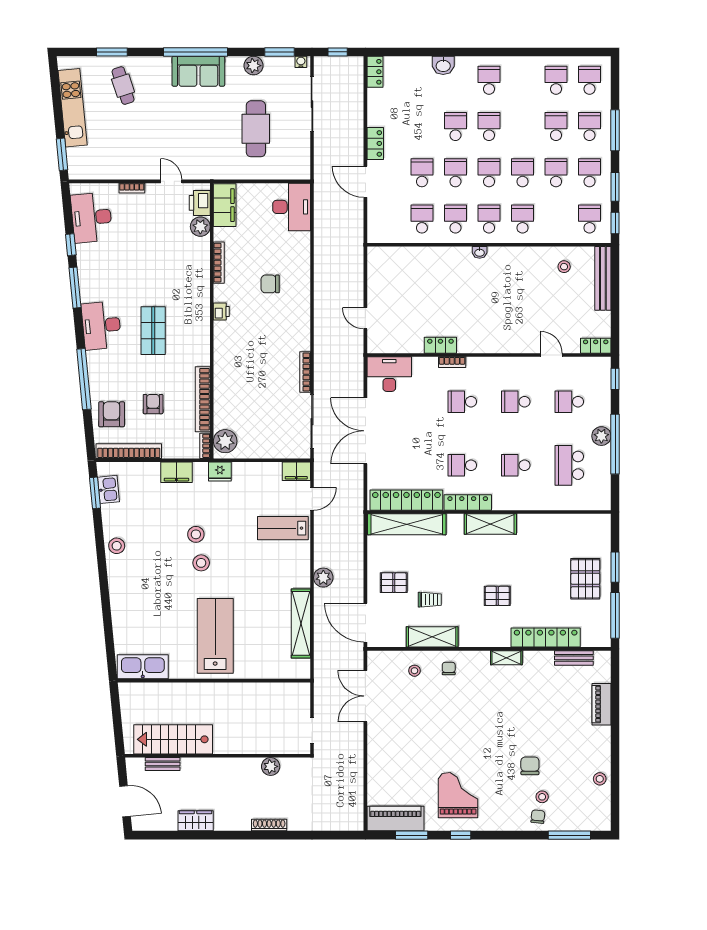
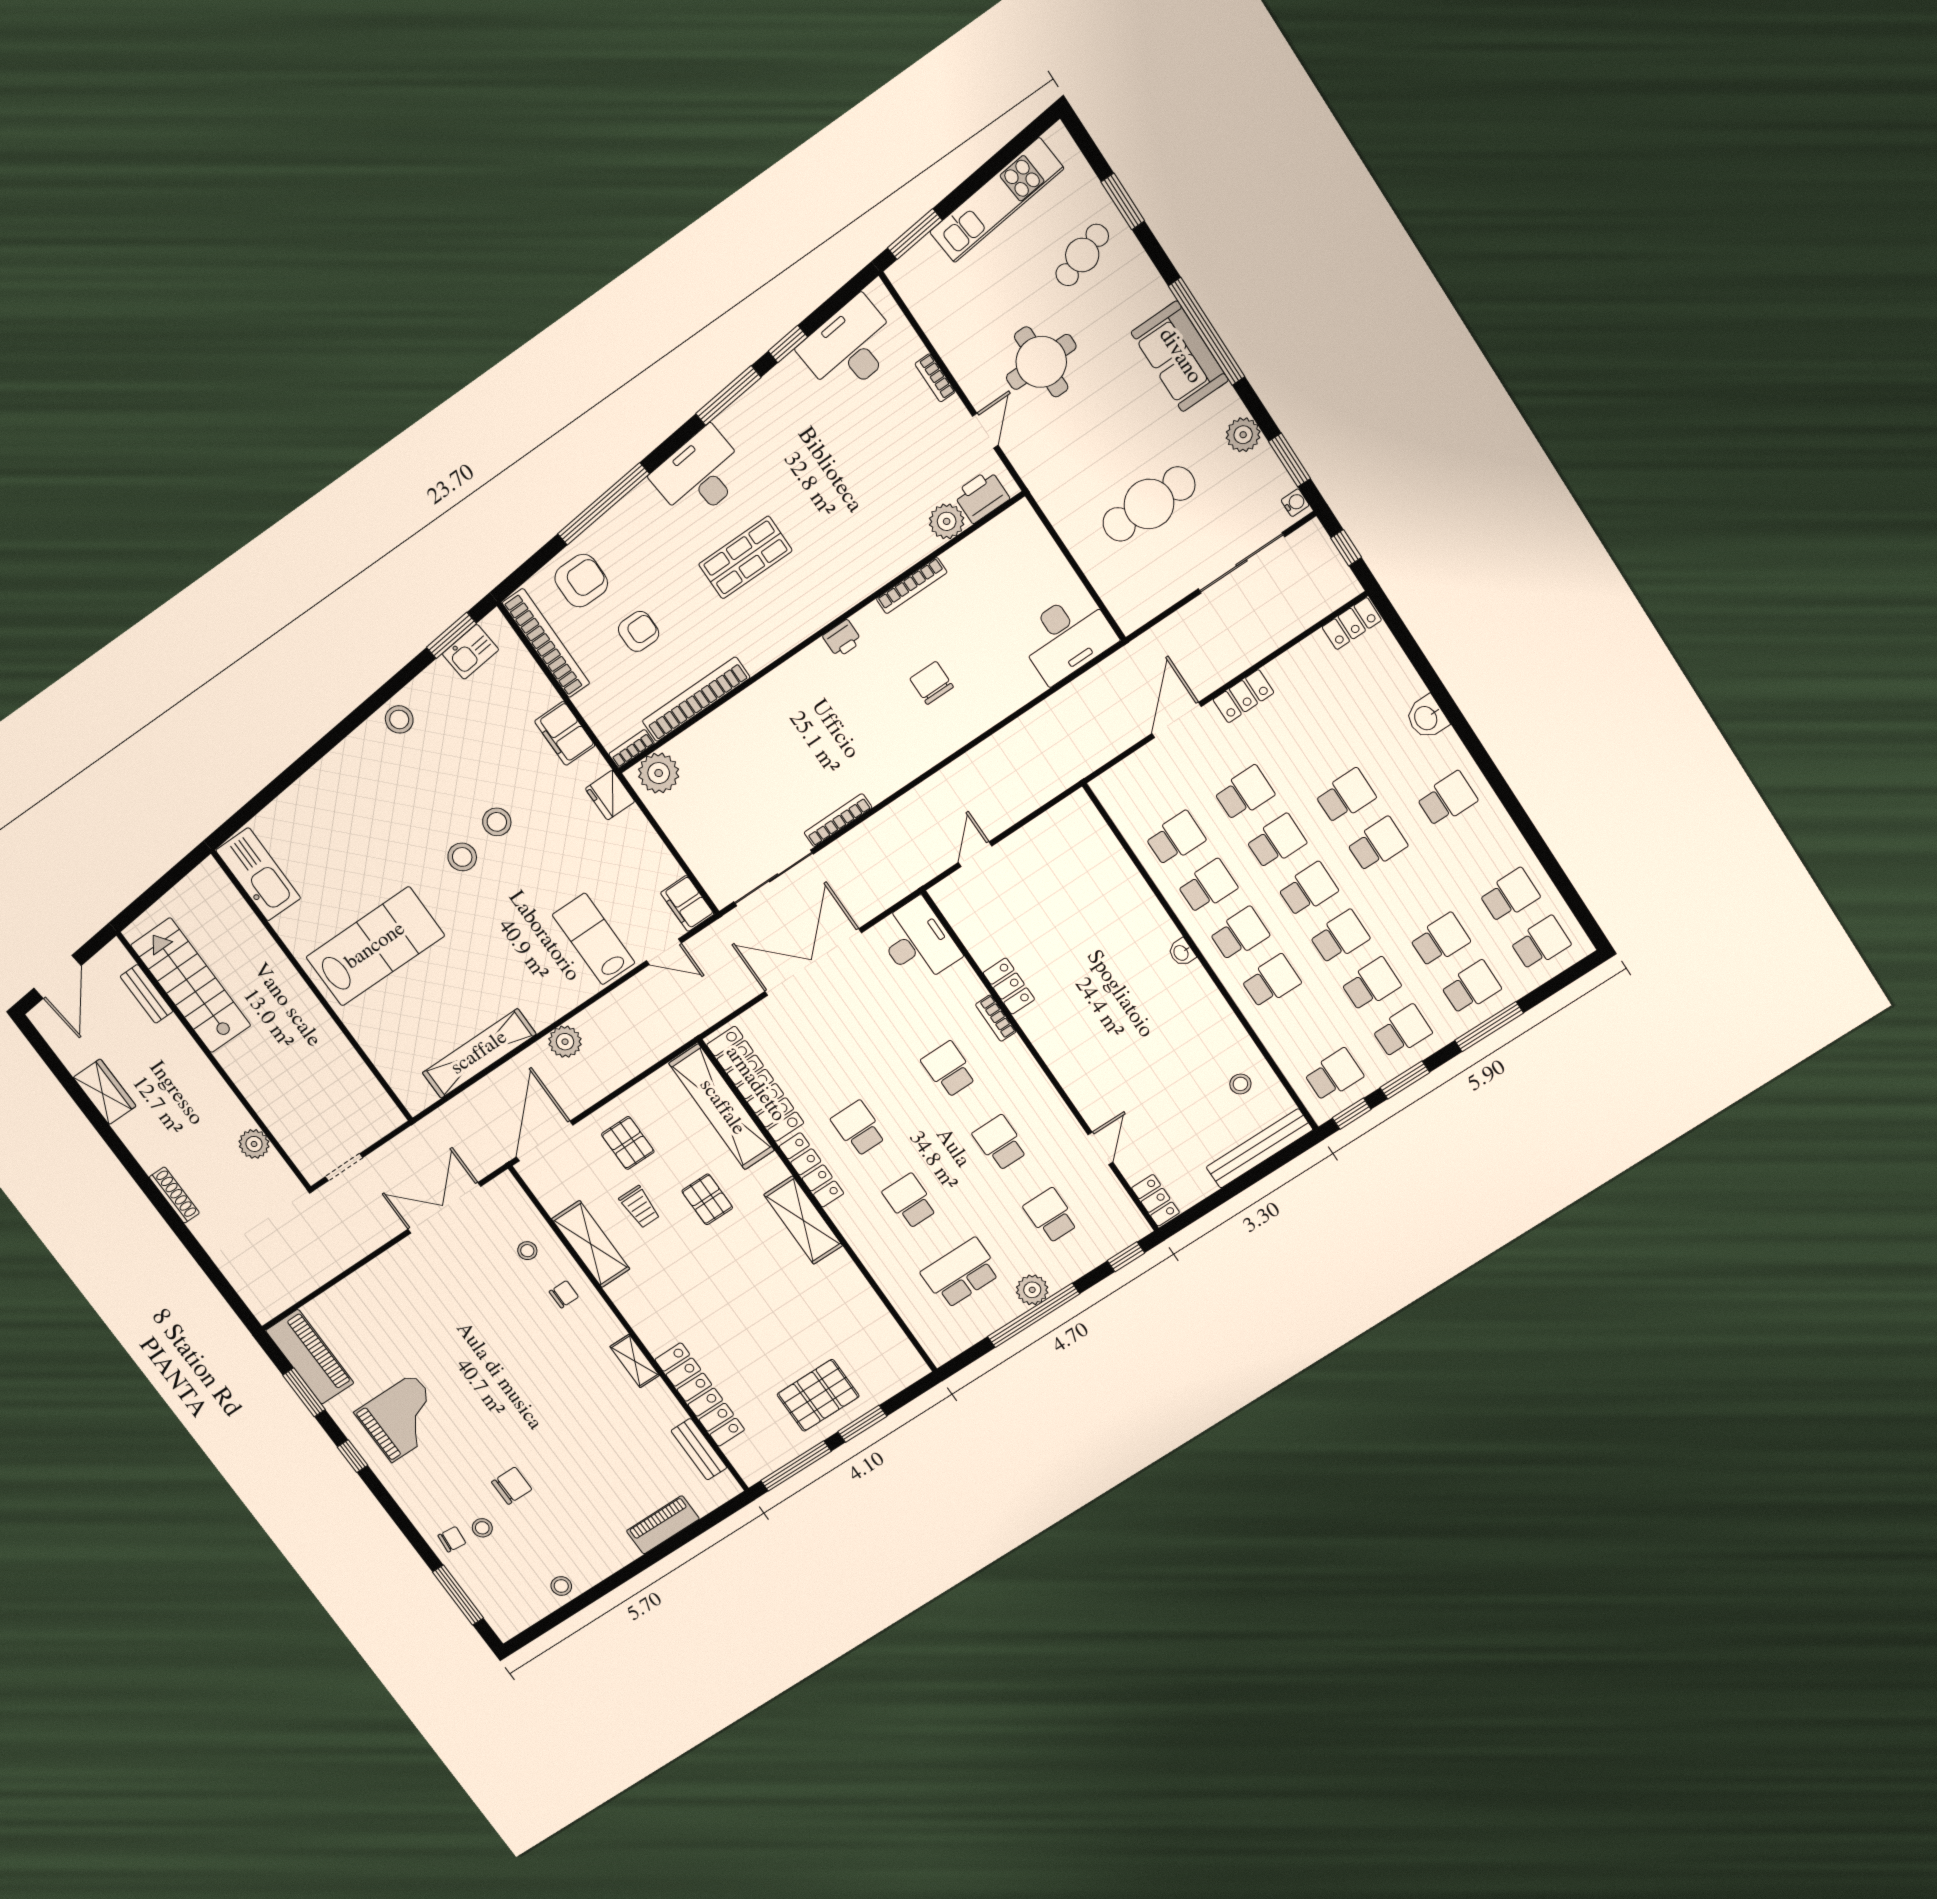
round table: (158, 135) -> (1041, 362), added
filing cabinet: (225, 205) -> (1003, 536), removed
pallet: (497, 596) -> (707, 1199), moved

